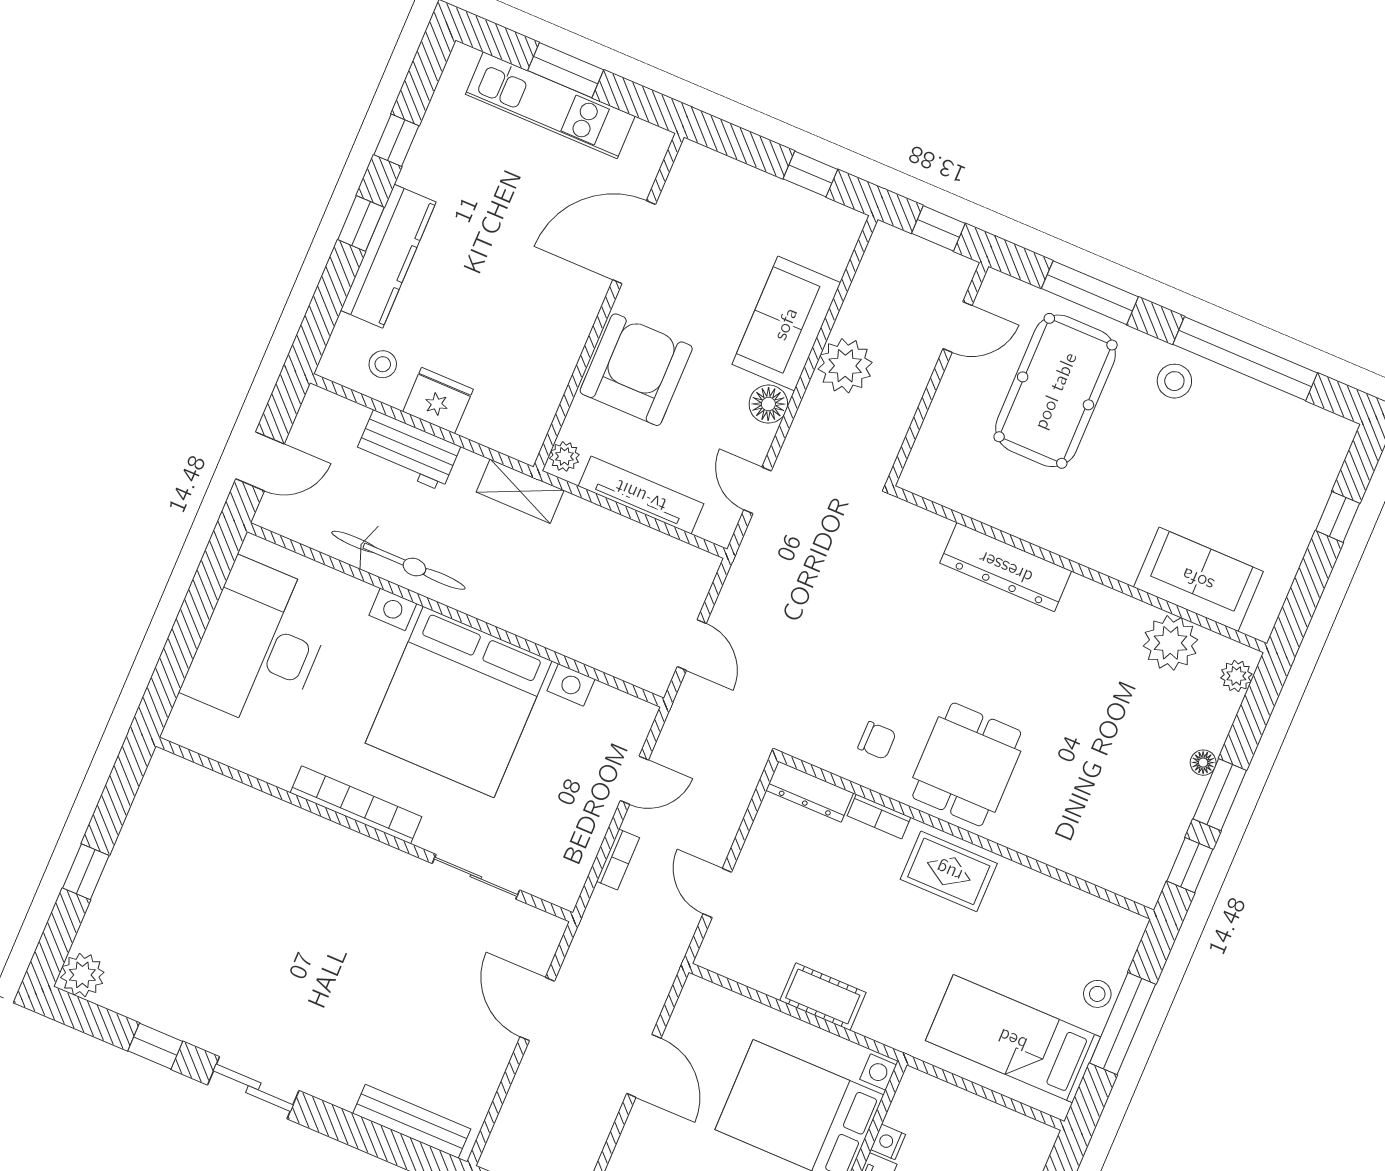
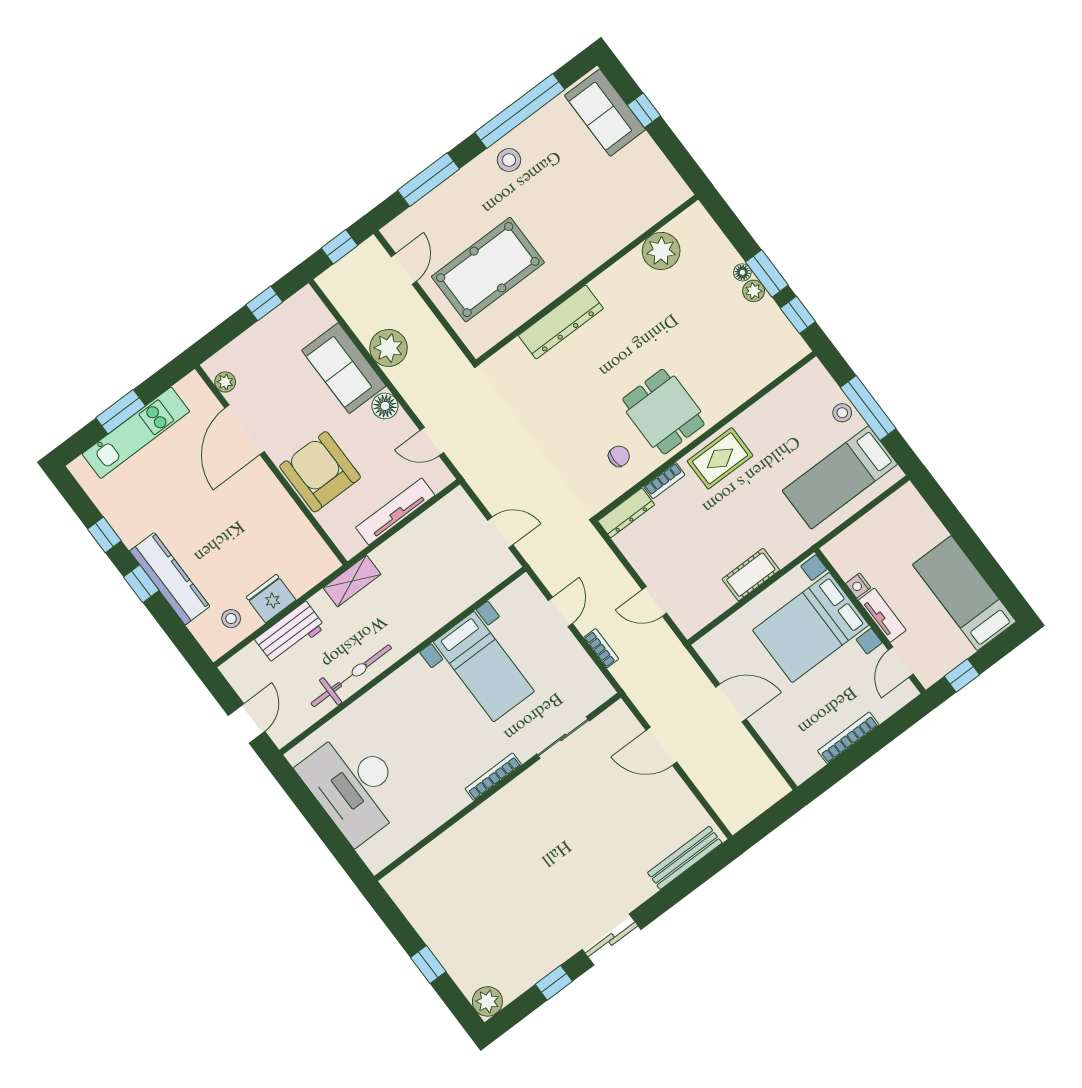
pool table: (1056, 391) -> (488, 270), moved, turned 90
plant: (564, 456) -> (225, 382), moved
sofa: (1198, 579) -> (605, 113), moved, turned -90
plant: (1236, 676) -> (754, 291), moved
bed with nightstands: (459, 702) -> (484, 667), width x0.54
bookcase: (356, 805) -> (493, 777), width x0.68, depth x0.76

